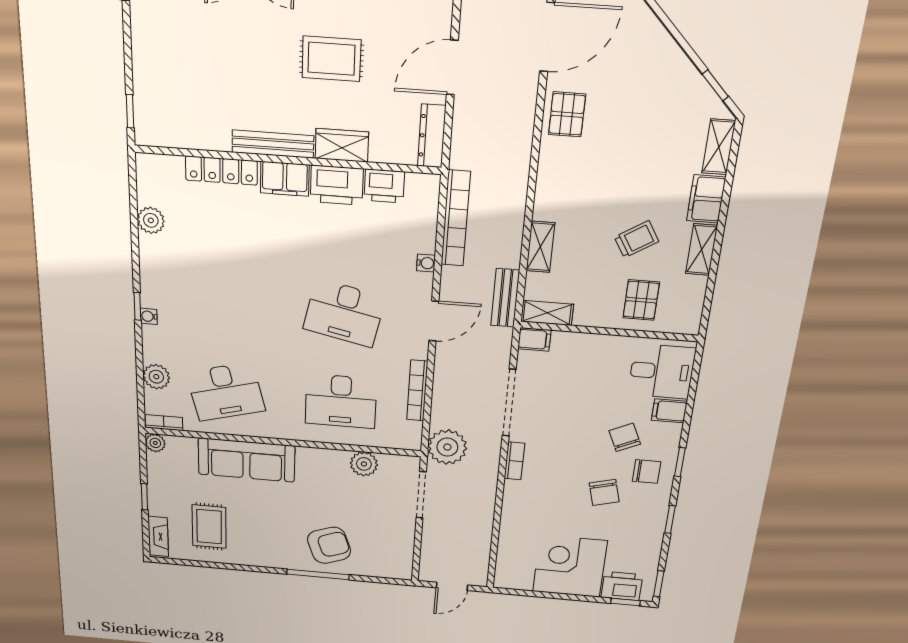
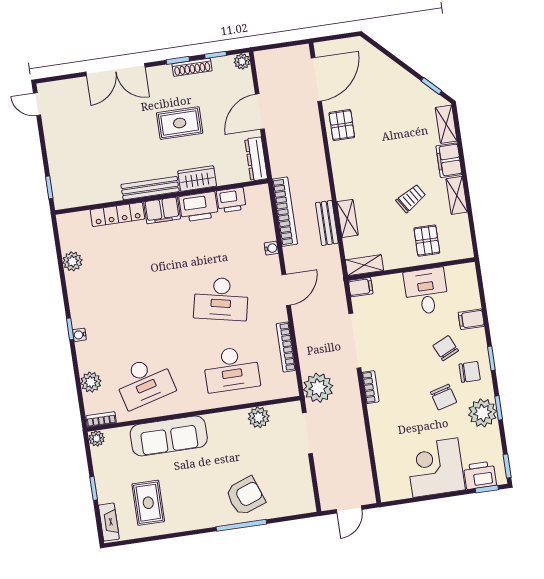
bench: (505, 298) -> (327, 223), moved
desk: (662, 371) -> (426, 291), moved, turned -90
plant: (648, 521) -> (483, 413), added

